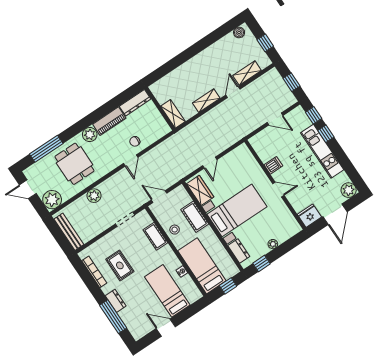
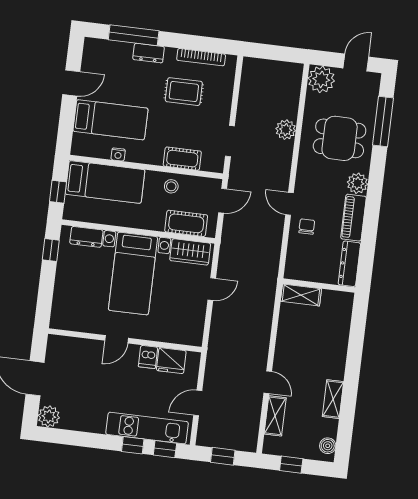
shelving: (206, 101) -> (333, 399), moved
kitchen unit: (322, 151) -> (147, 428), moved
door: (210, 163) -> (212, 289), swing flipped
fridge: (309, 216) -> (171, 361), moved, turned 90
cot: (195, 217) -> (186, 223), moved
bench: (69, 232) -> (270, 67), removed
plant: (273, 244) -> (61, 281), removed

